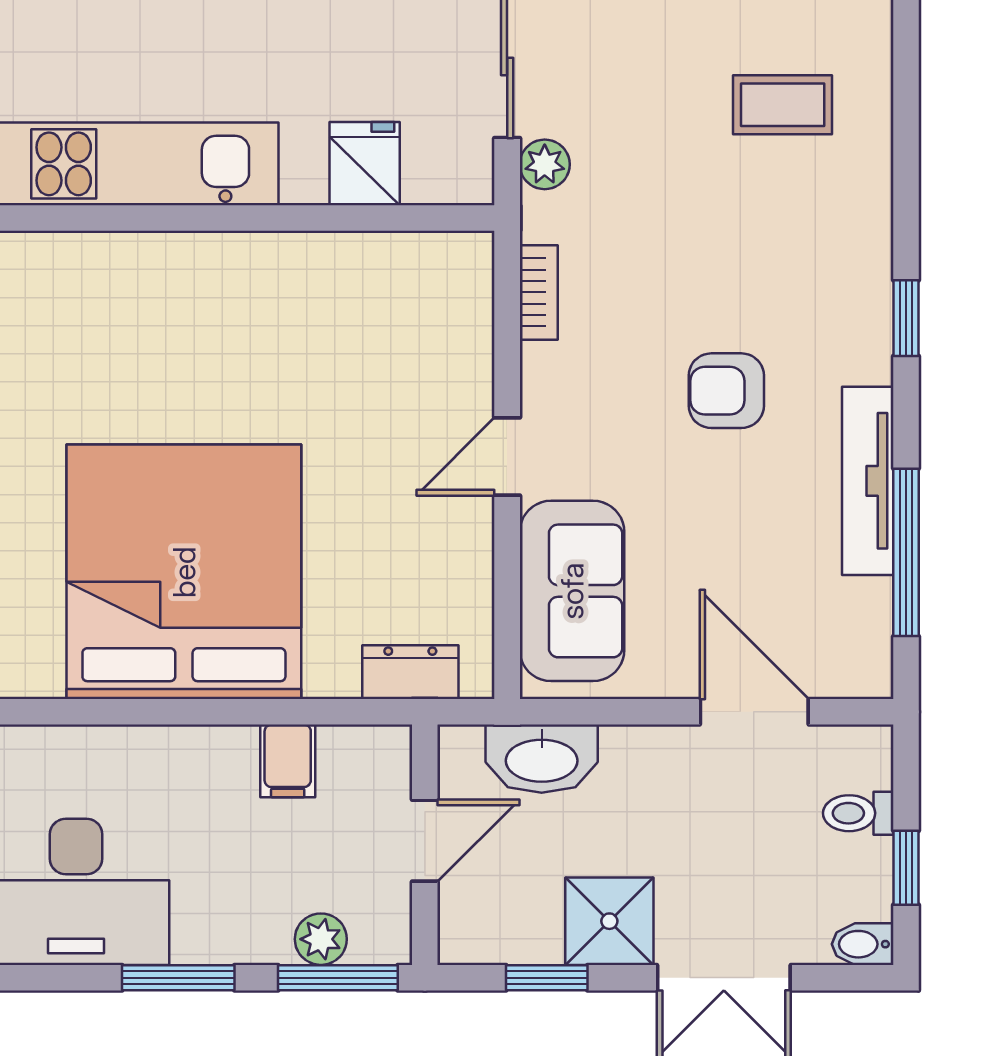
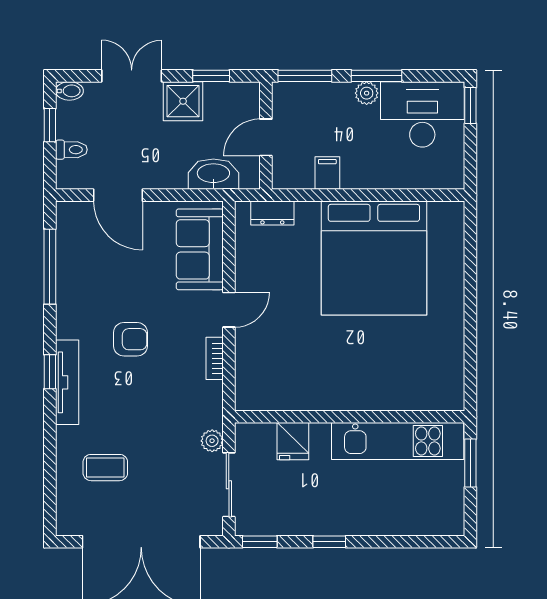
bookcase: (539, 292) -> (215, 358), moved
tv unit: (868, 481) -> (67, 382), moved
plant: (321, 939) -> (367, 93), moved

